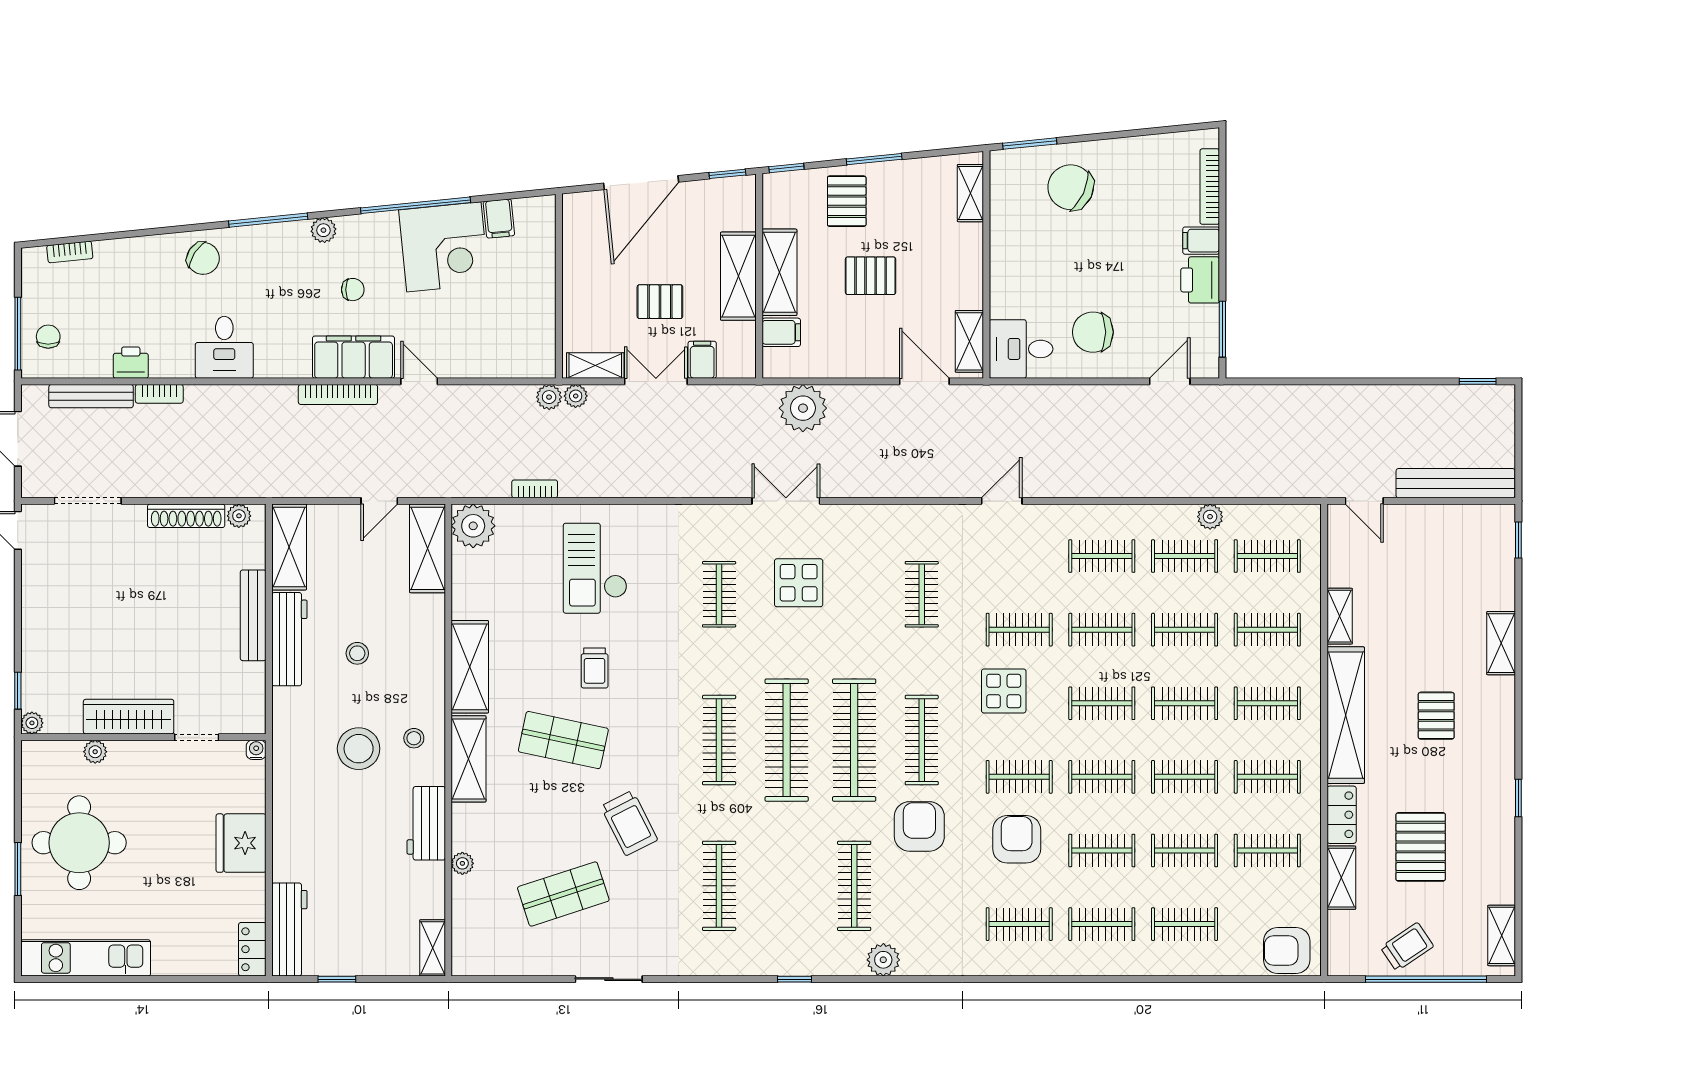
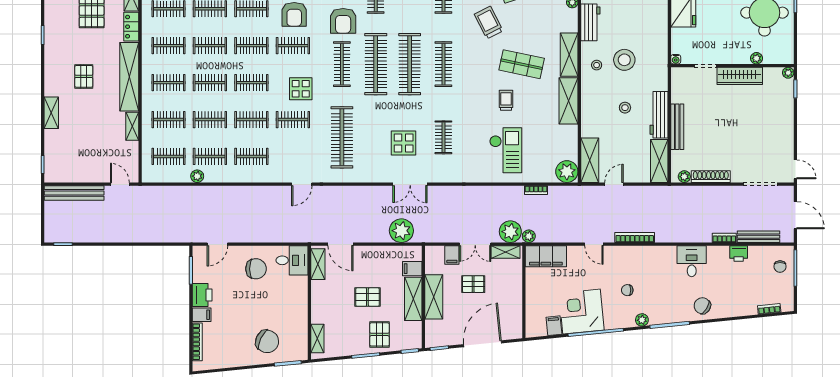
filing cabinet: (354, 357) -> (546, 256), moved
plant: (576, 396) -> (510, 232), width x1.88, depth x1.88
clothes rail: (922, 594) -> (342, 137), width x1.86, depth x1.31

